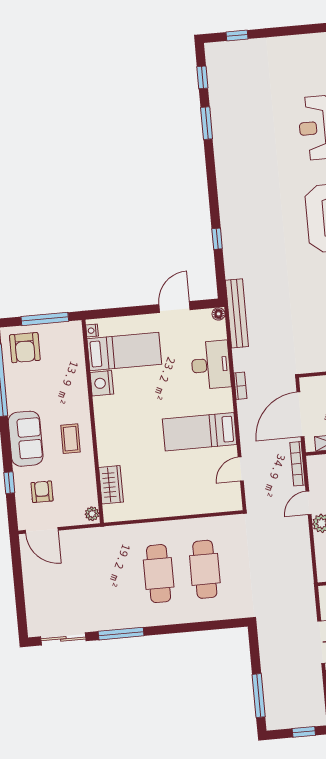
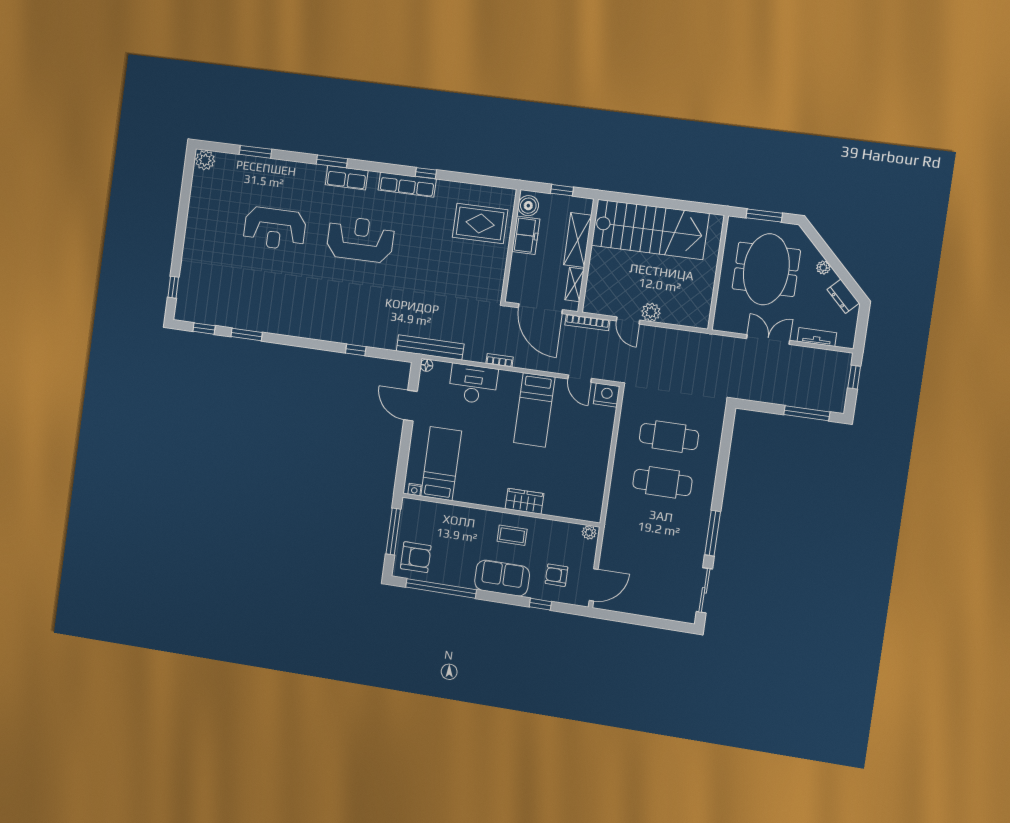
nightstand: (102, 383) -> (607, 395), moved, turned 180
wardrobe: (111, 485) -> (525, 501), moved

